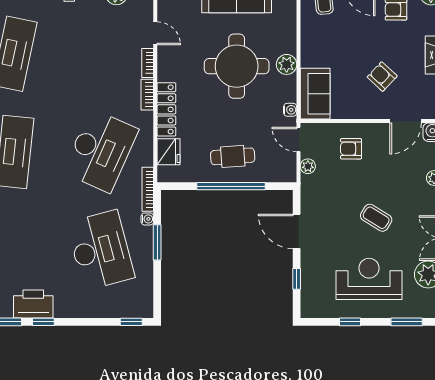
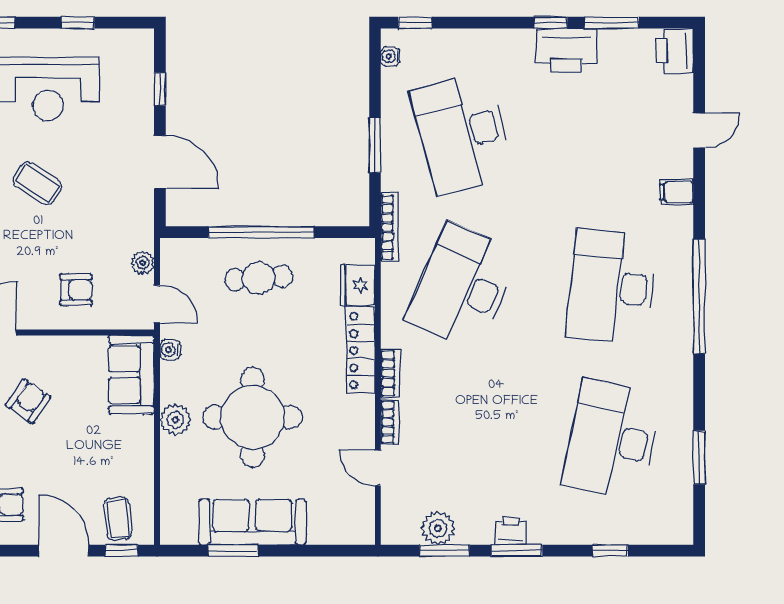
armchair: (382, 77) -> (28, 401), turned -99
water cooler: (147, 219) -> (390, 56), moved

